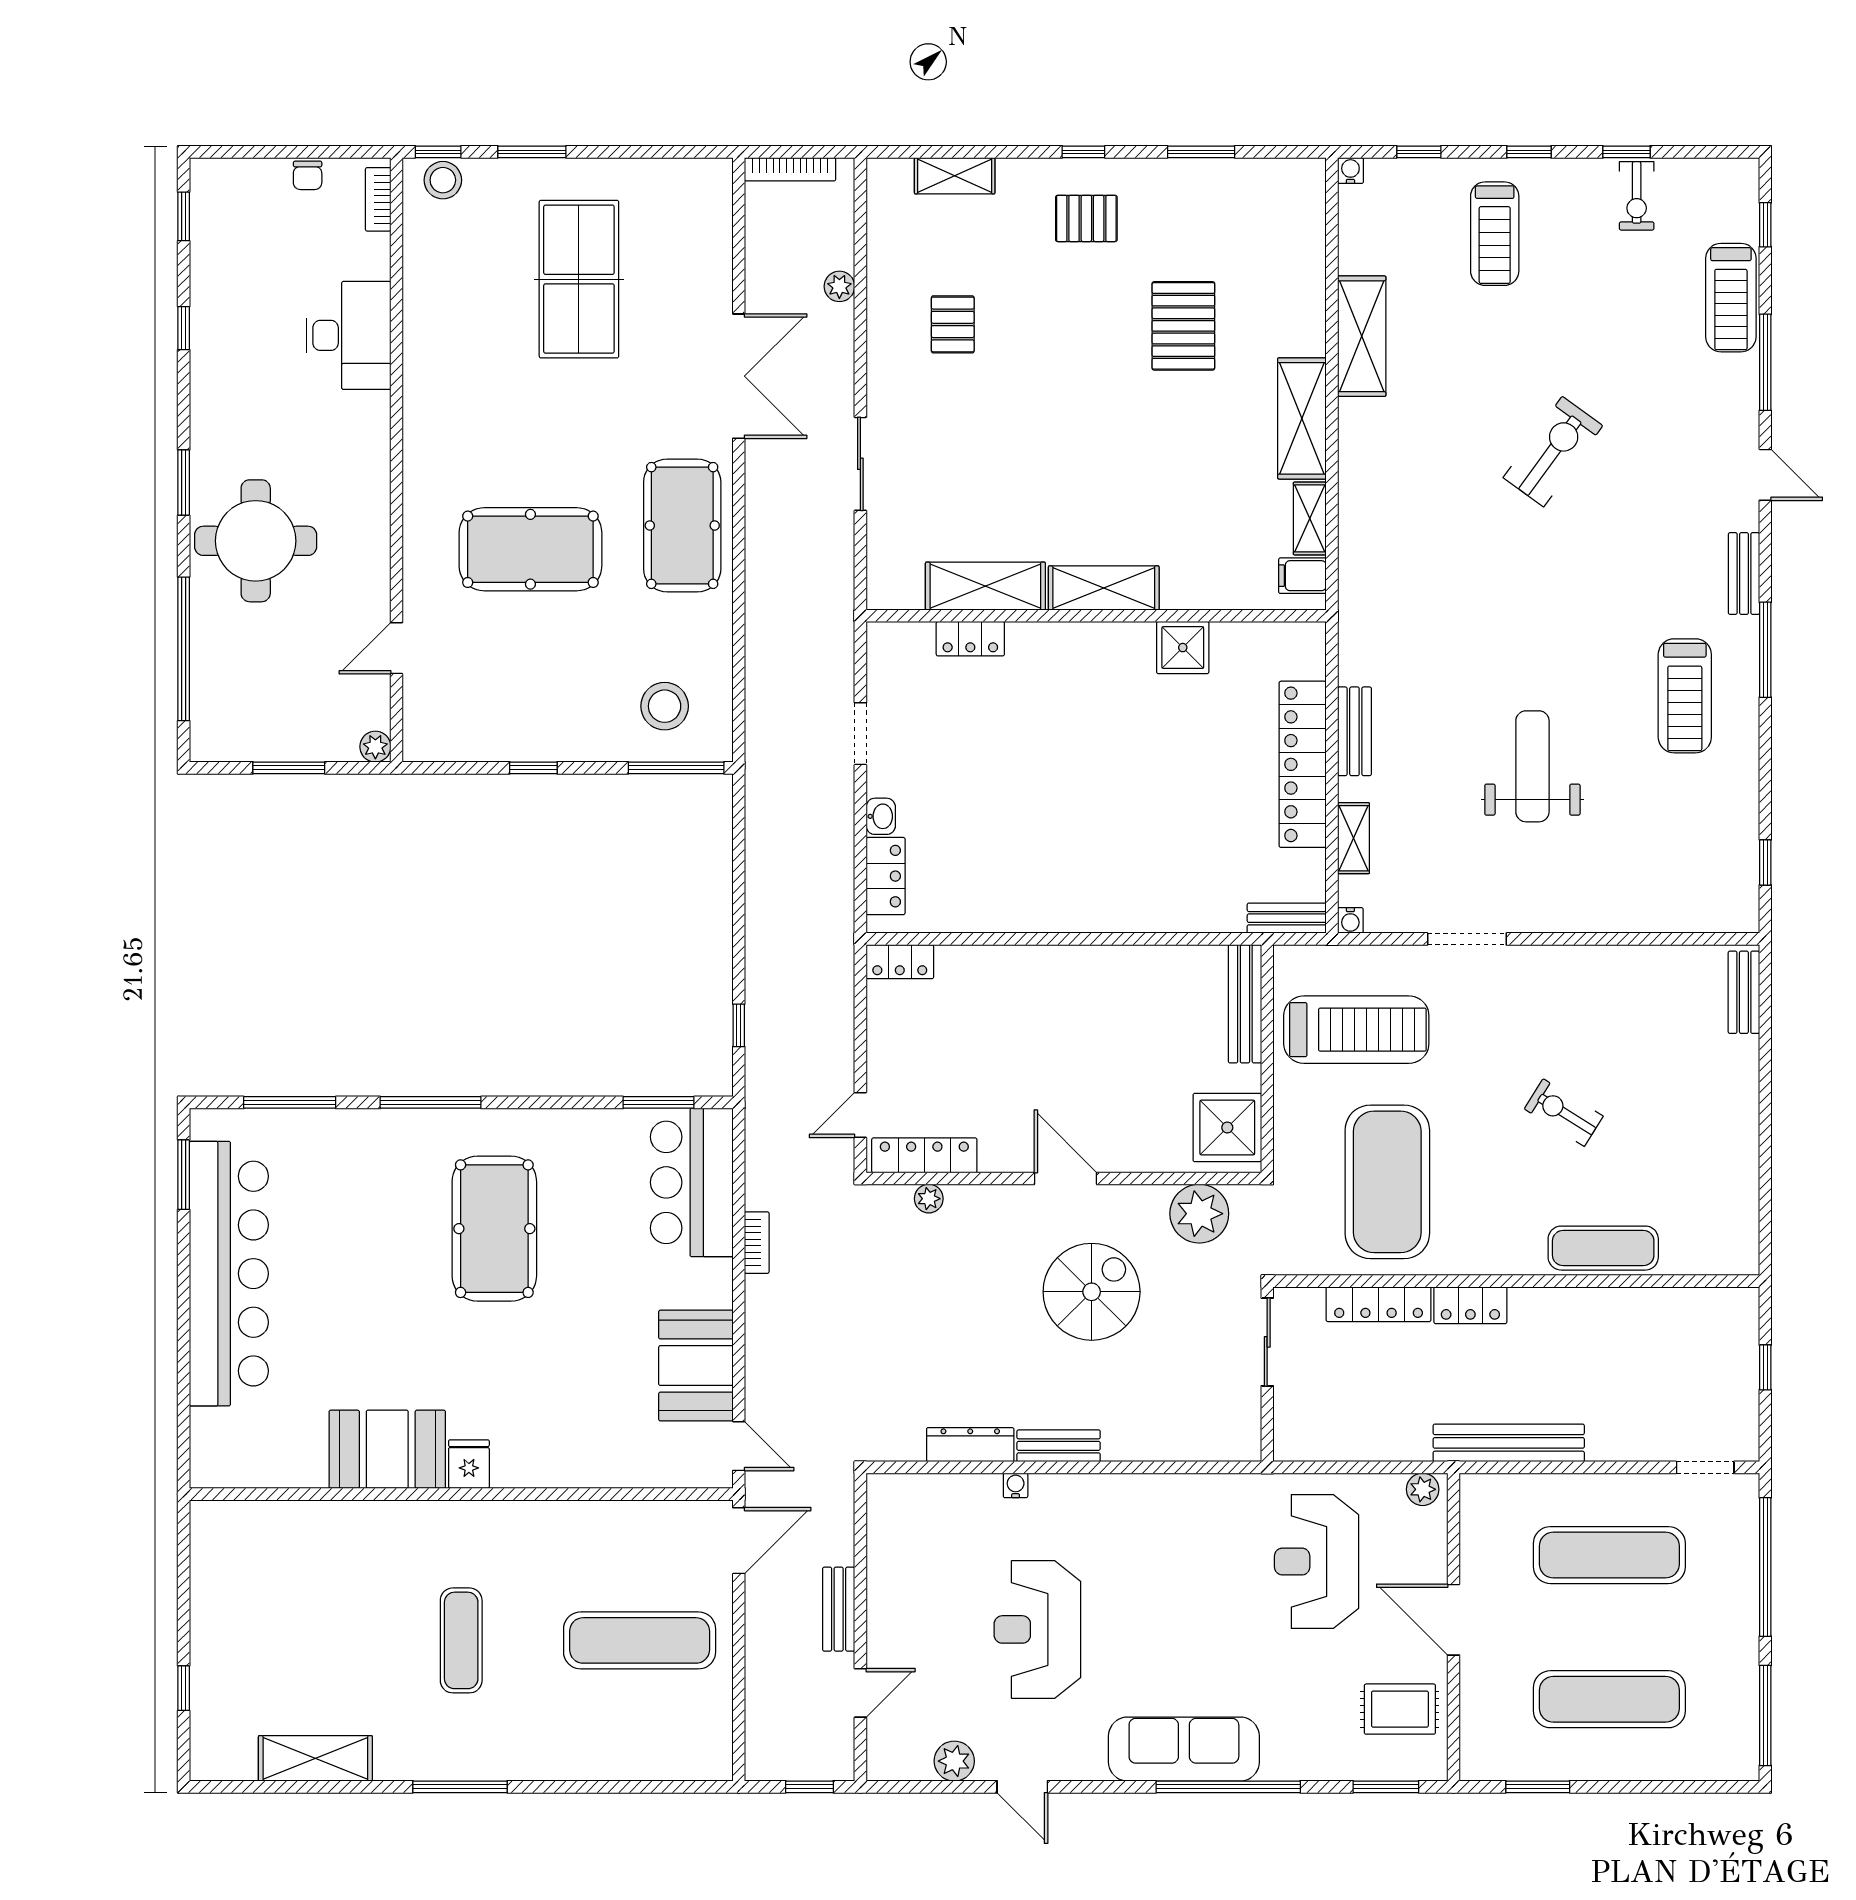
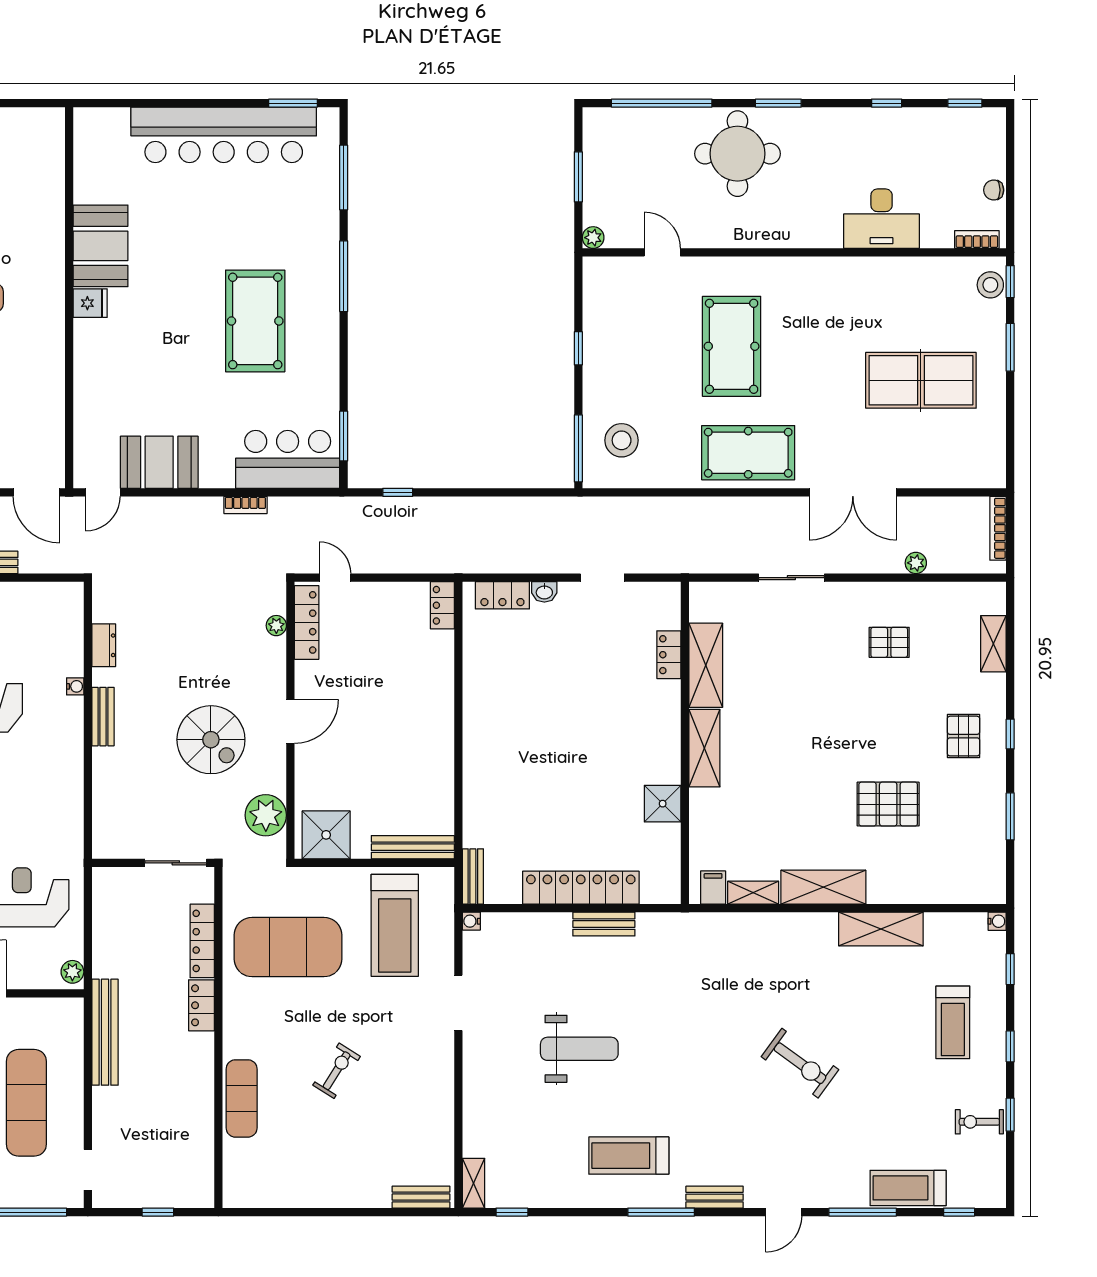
treadmill: (1495, 234) -> (953, 1022), turned -90
shelving: (1354, 838) -> (474, 1183), moved, turned 90
pool table: (494, 1229) -> (255, 321), turned 90
dresser: (970, 1445) -> (104, 645), width x0.70

